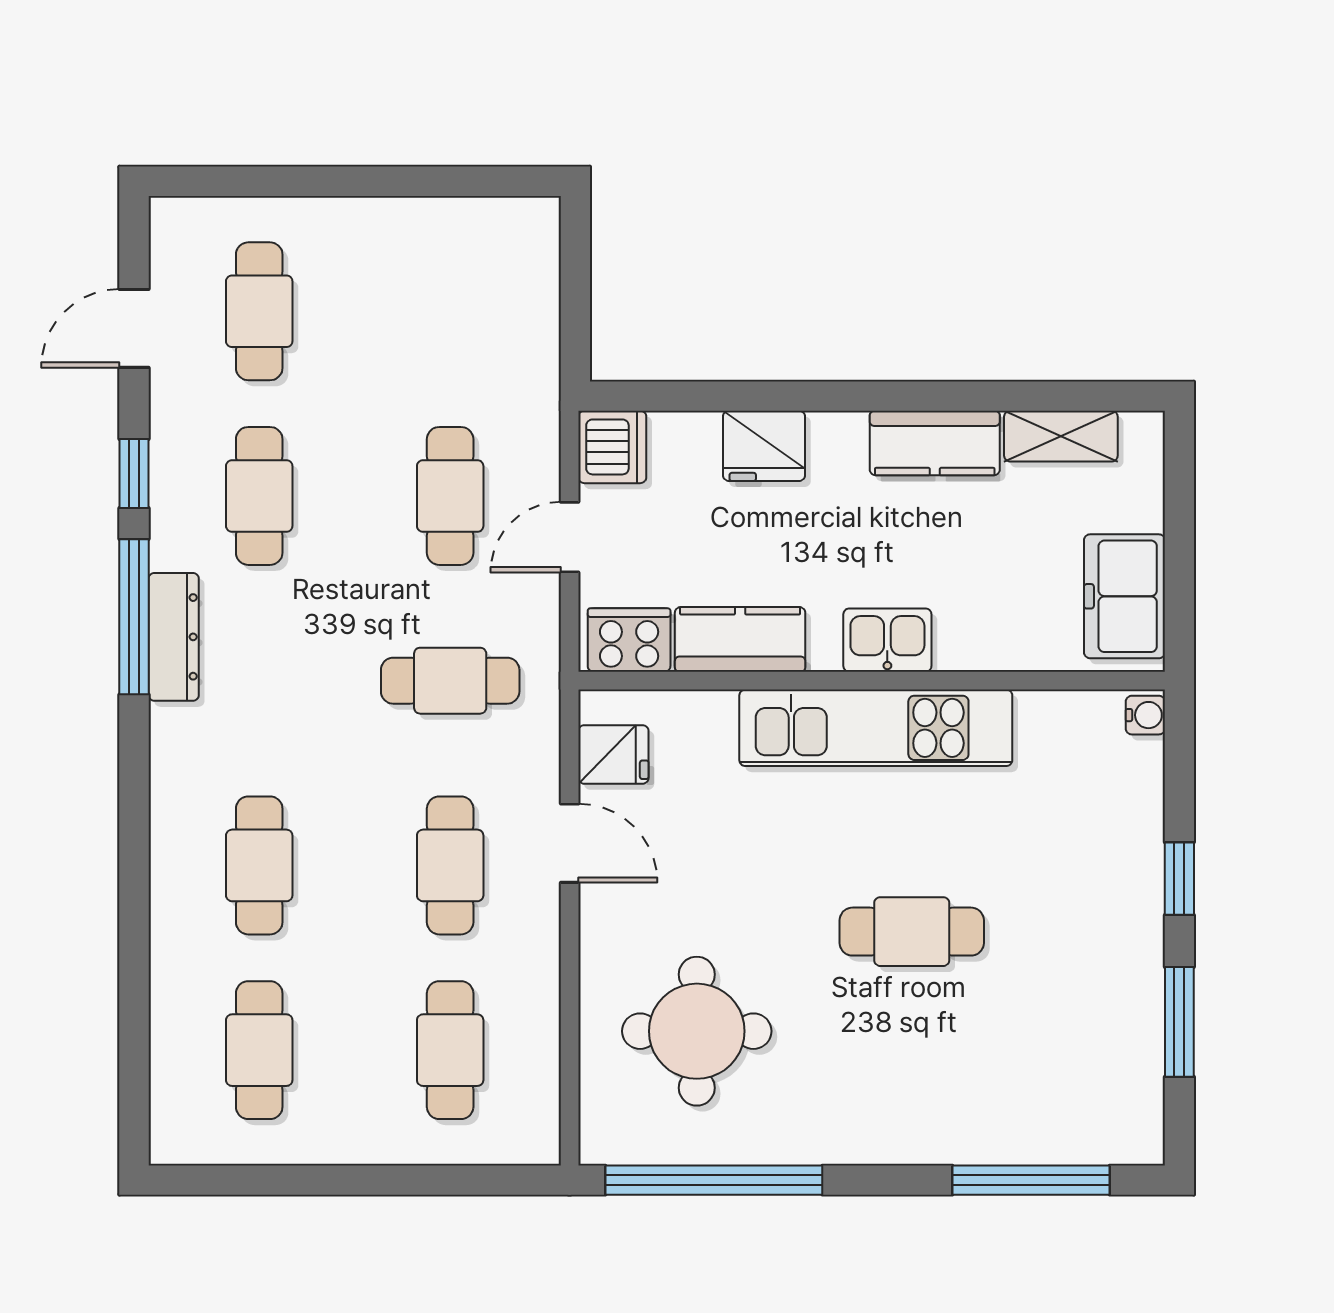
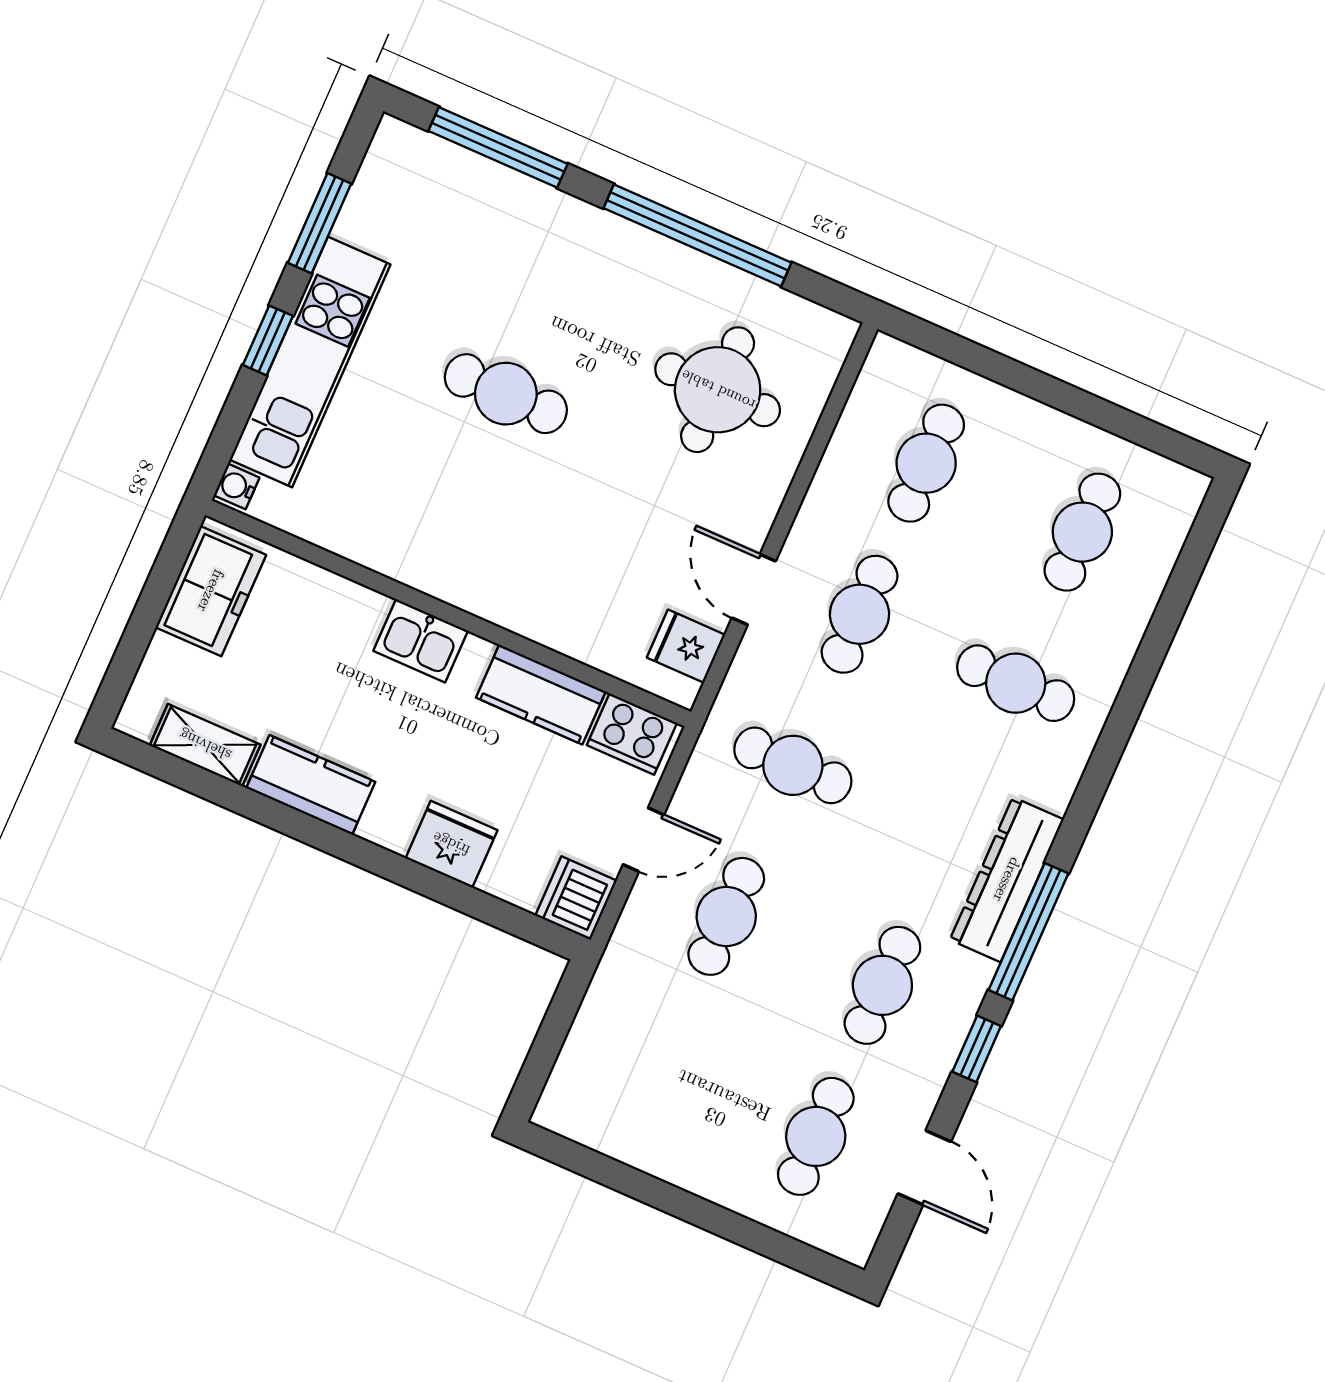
door: (134, 328) -> (924, 1168), hinge flipped
dresser: (174, 637) -> (1007, 880), width x1.37, depth x1.24
kitchen unit: (876, 728) -> (310, 362), moved, turned 90
cafe table: (259, 865) -> (1016, 683), turned 90
window: (714, 1180) -> (697, 235), moved

